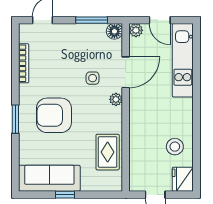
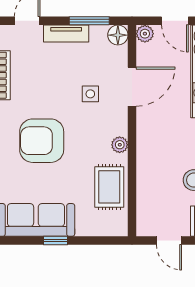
tv unit: (73, 30) -> (66, 34), added
plant: (116, 99) -> (120, 145), moved

